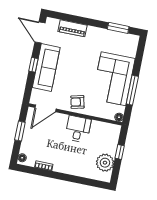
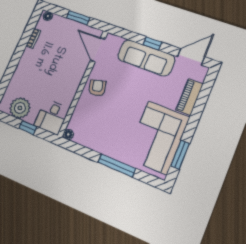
corner sofa: (113, 79) -> (158, 137), moved, turned -90
window: (132, 90) -> (117, 165), moved
desk: (78, 129) -> (52, 117), moved, turned 90

